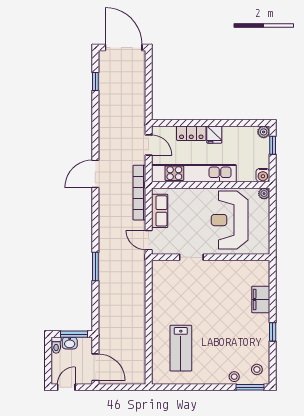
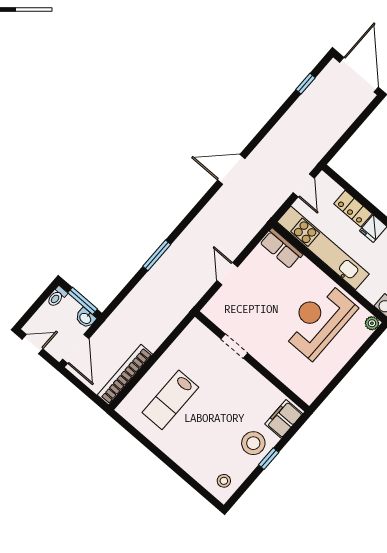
bookcase: (139, 193) -> (125, 375), moved
row of seats: (160, 211) -> (281, 248), moved, turned 90
doorway: (191, 257) -> (234, 346), moved
wall: (211, 257) -> (252, 361), moved
washbasin: (70, 343) -> (86, 318), moved
stool: (234, 377) -> (253, 443), moved, width x1.89, depth x1.89
window: (250, 387) -> (203, 492), removed

